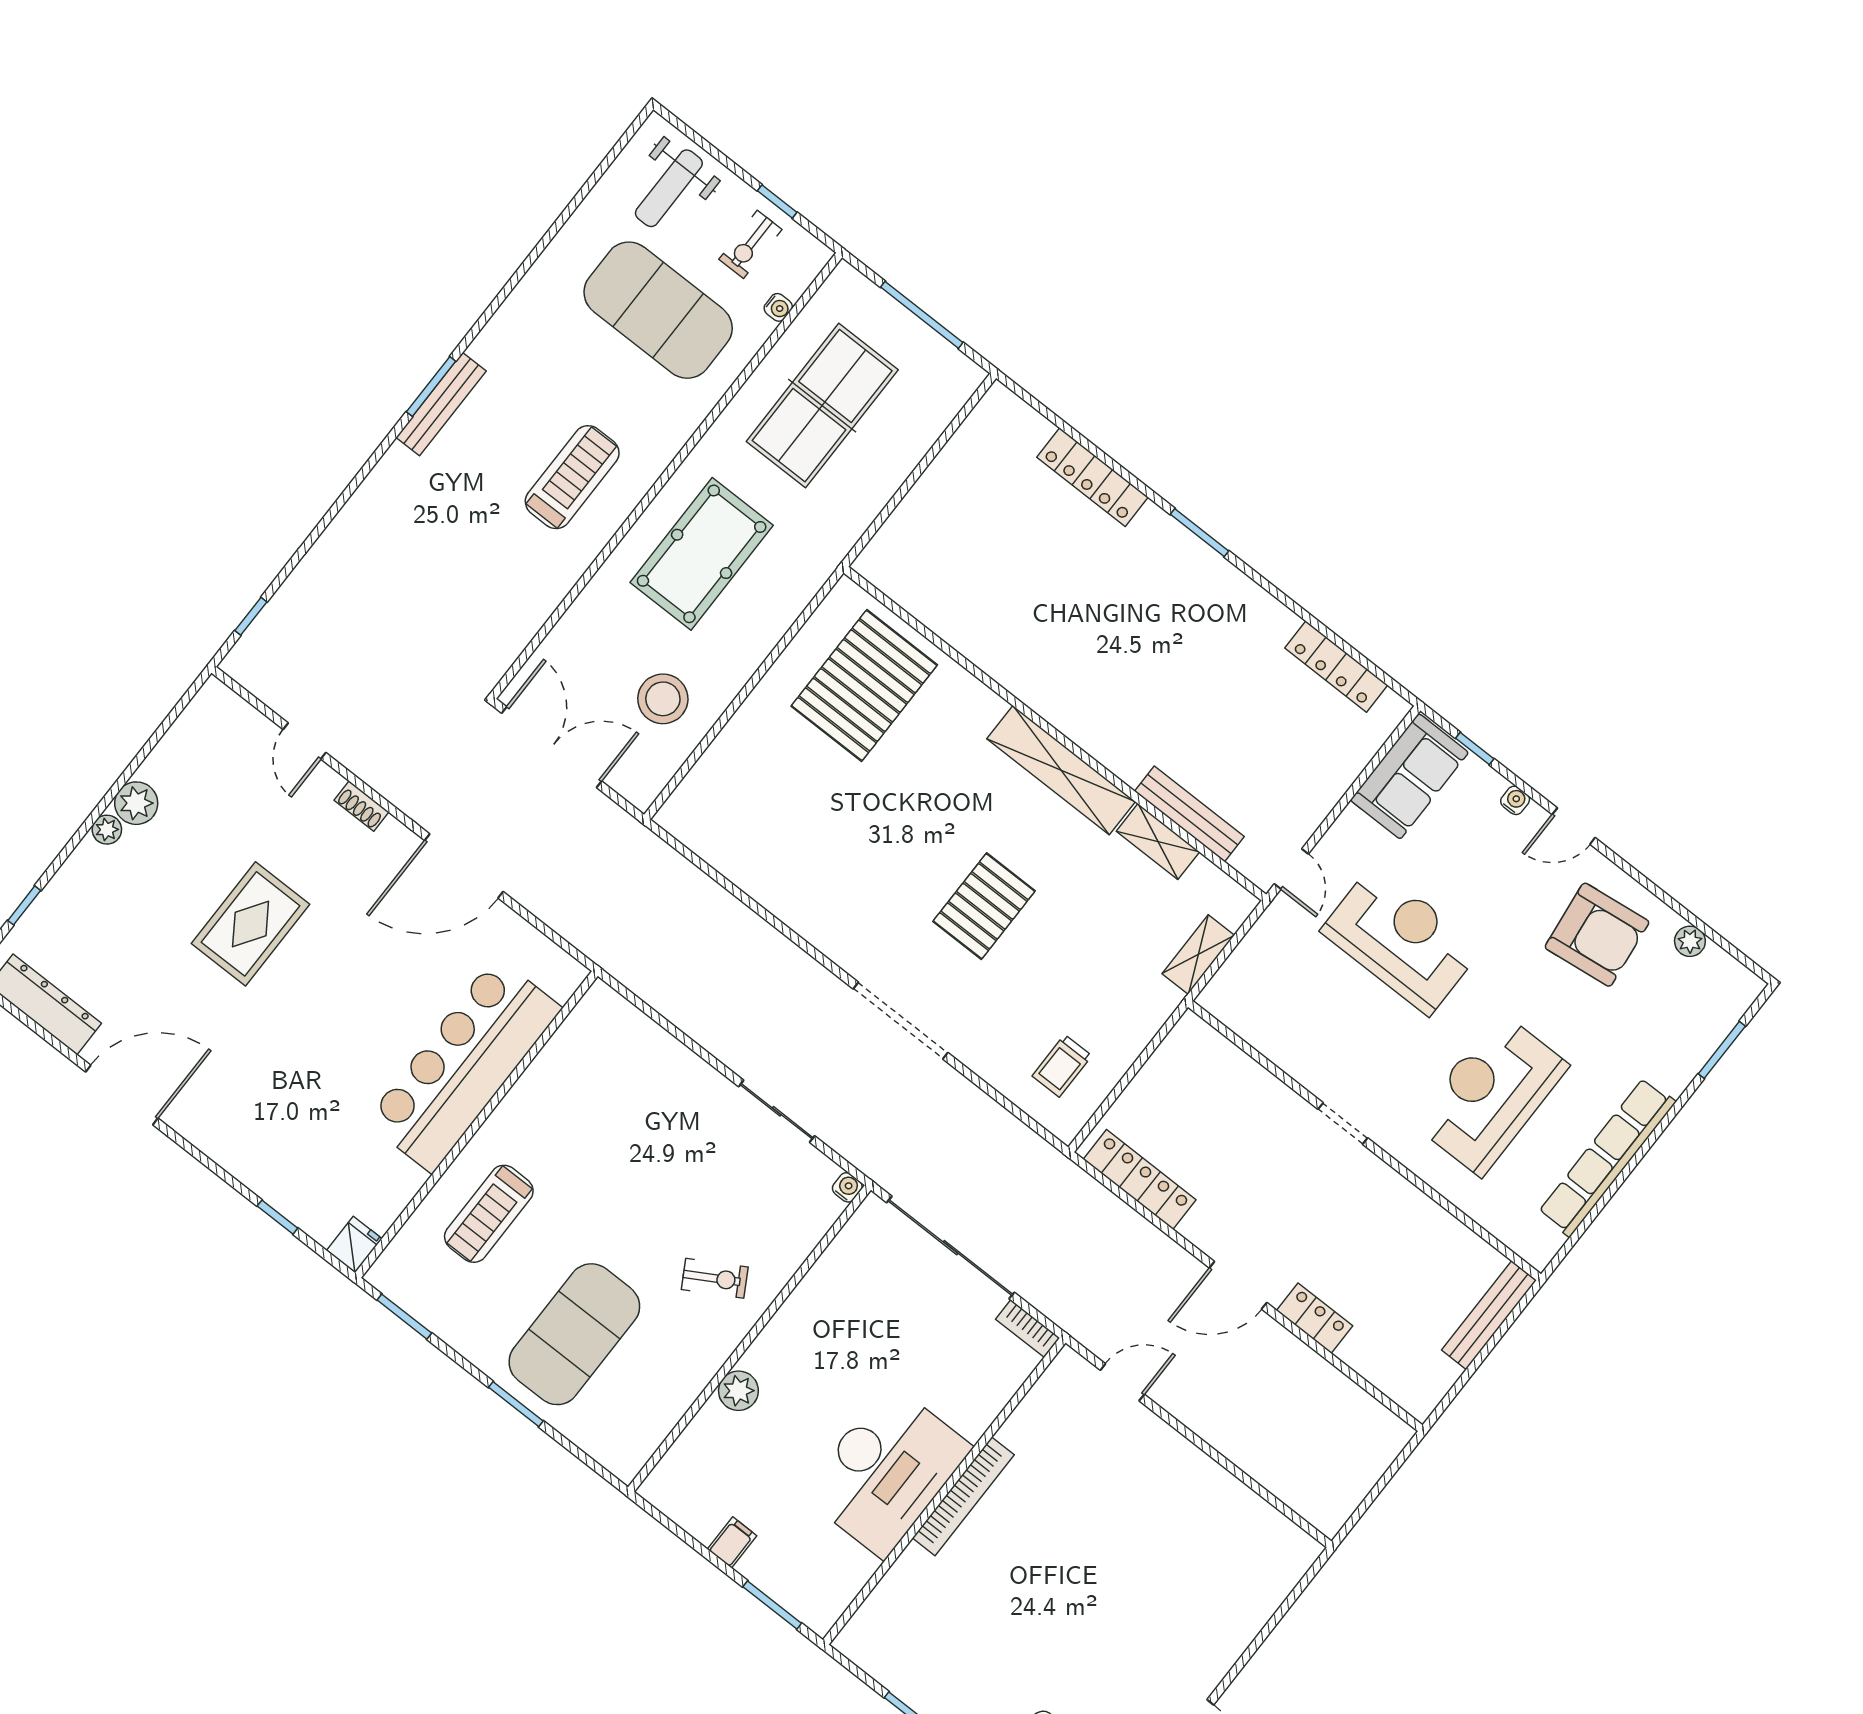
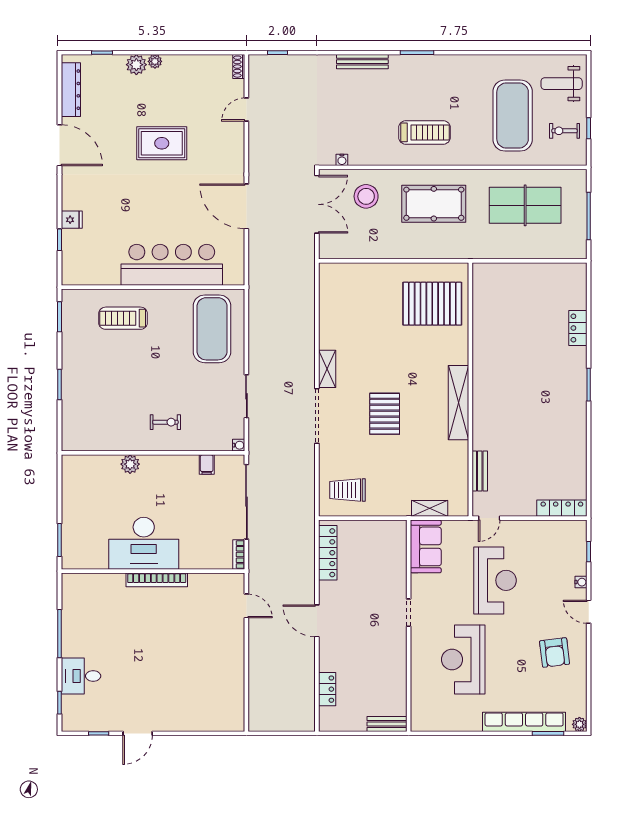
water cooler: (778, 307) -> (342, 160), moved
bench: (441, 404) -> (362, 62), moved
locker: (1093, 477) -> (578, 328), width x0.66
locker: (1336, 666) -> (562, 508), moved, turned 90
stool: (663, 699) -> (366, 196), moved
sofa: (1409, 776) -> (426, 546), moved, turned -90
plant: (136, 803) -> (136, 65), moved
shoe rack: (361, 806) -> (239, 67), moved
bench: (1189, 814) -> (480, 471), width x0.73
shelving: (1158, 842) -> (327, 369), moved
pallet: (984, 906) -> (385, 414), turned 90
armchair: (1597, 935) -> (555, 652), width x0.73, depth x0.73
plant: (1690, 941) -> (579, 724), moved
trolley: (1062, 1066) -> (348, 490), width x1.36, depth x1.39
reception desk: (1491, 1094) -> (463, 660), turned -90
row of seats: (1607, 1157) -> (524, 722), moved
fridge: (354, 1245) -> (72, 220), moved
exercise bike: (715, 1278) -> (165, 422), turned -60
bench: (1489, 1315) -> (387, 724), width x0.73
locker: (1315, 1318) -> (327, 689), moved
exercise mat: (574, 1334) -> (212, 329), moved, turned 90
filing cabinet: (732, 1543) -> (207, 465), moved, turned 90

